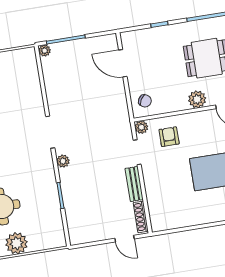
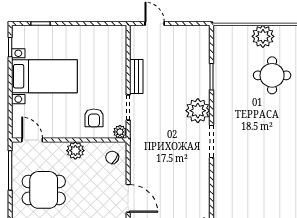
plant: (197, 99) -> (75, 151), moved
plant: (63, 161) -> (198, 111), width x1.88, depth x1.88
shoe rack: (141, 217) -> (135, 43), removed

